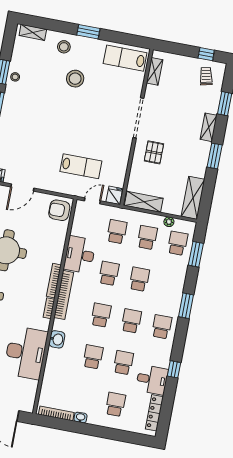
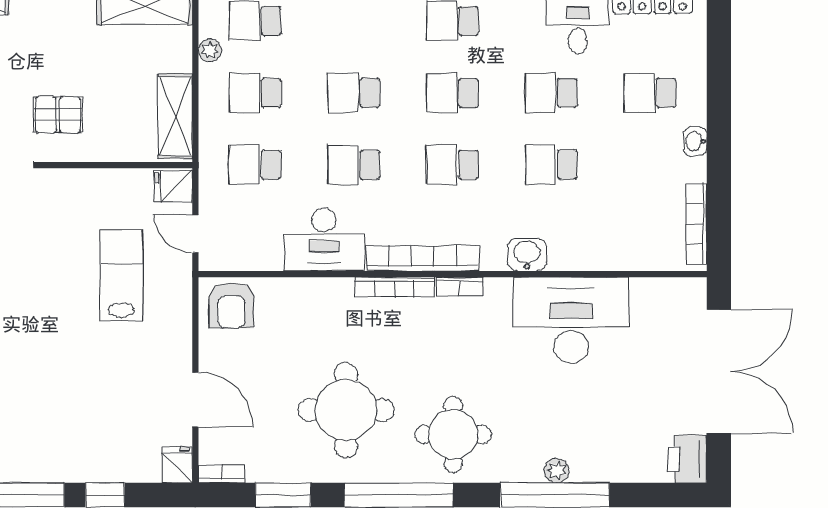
washbasin: (81, 418) -> (695, 141), moved

